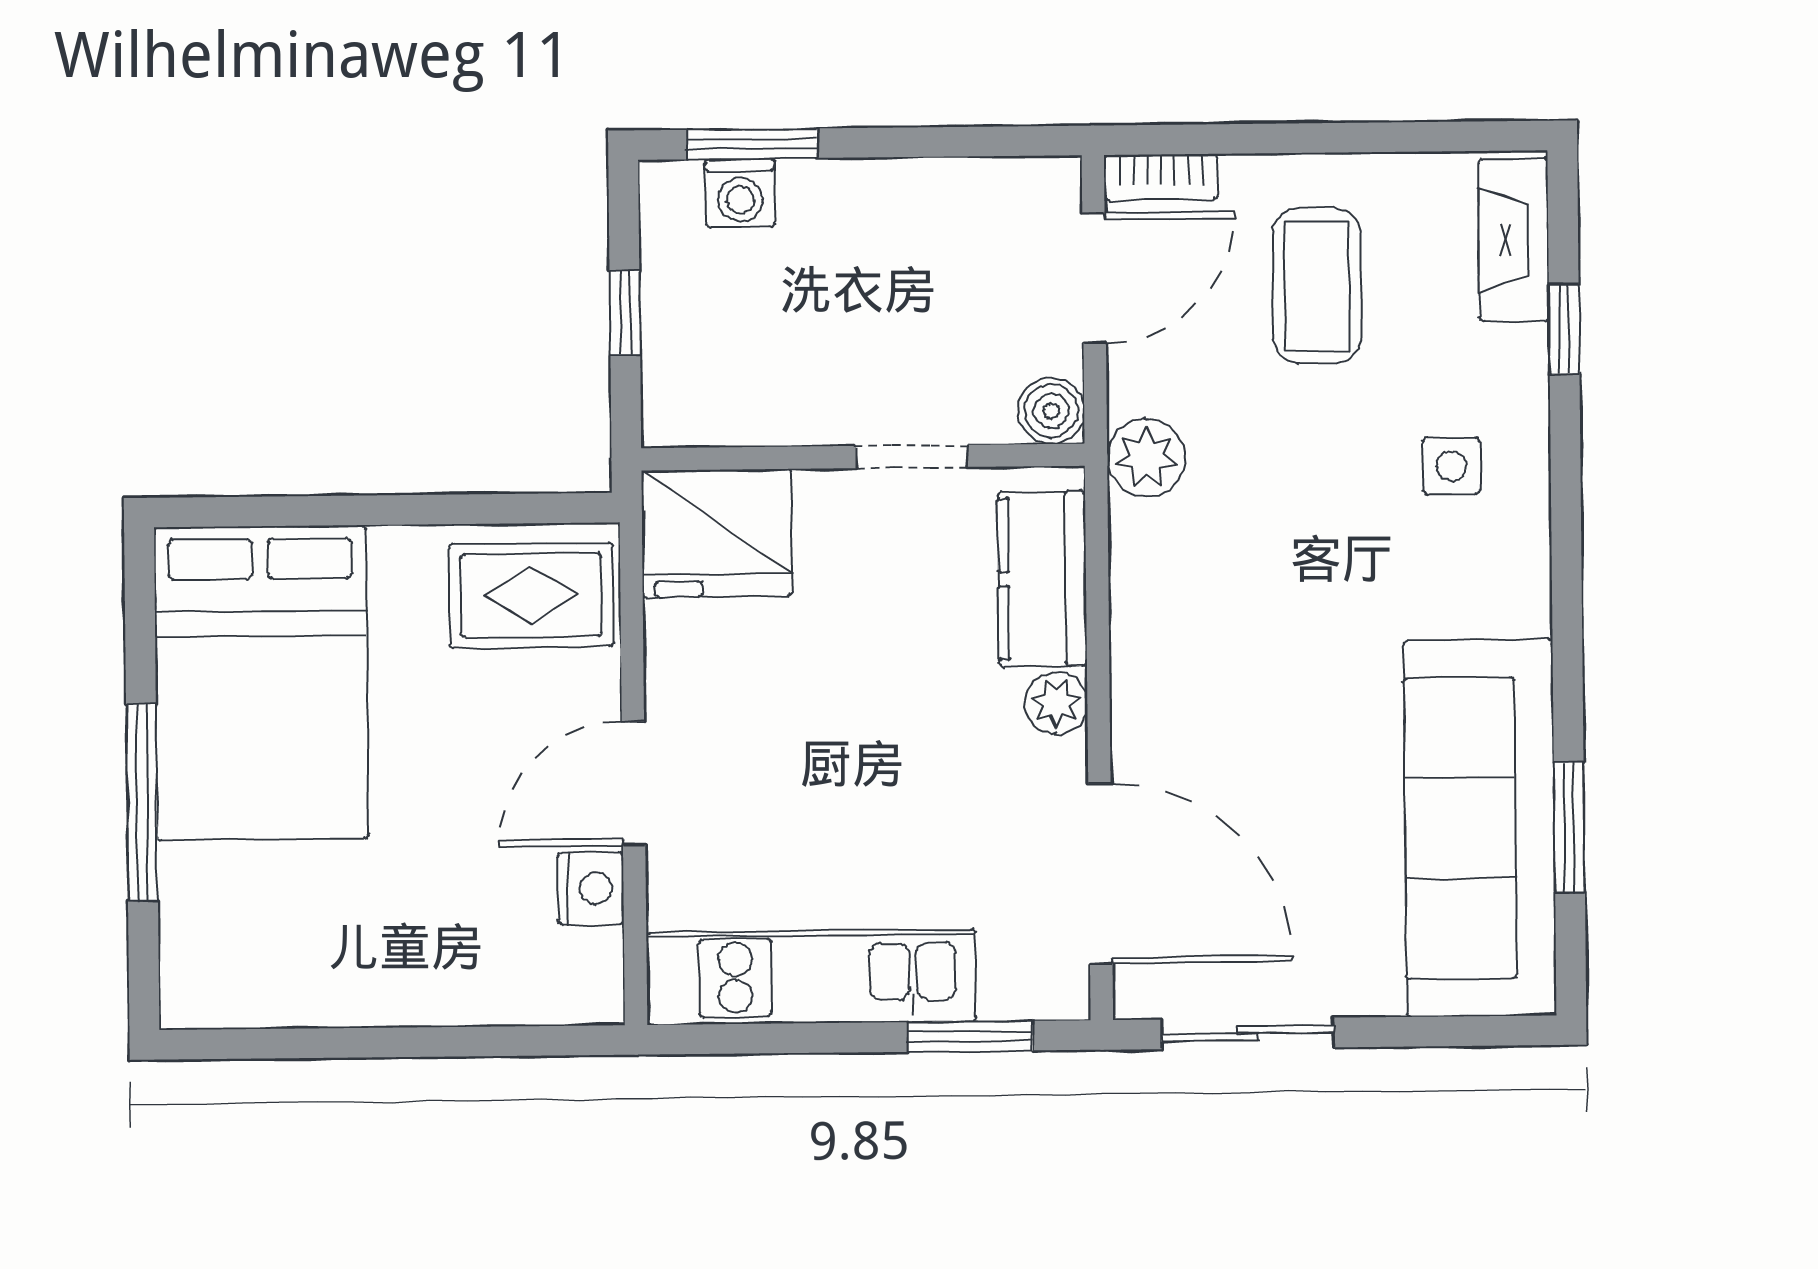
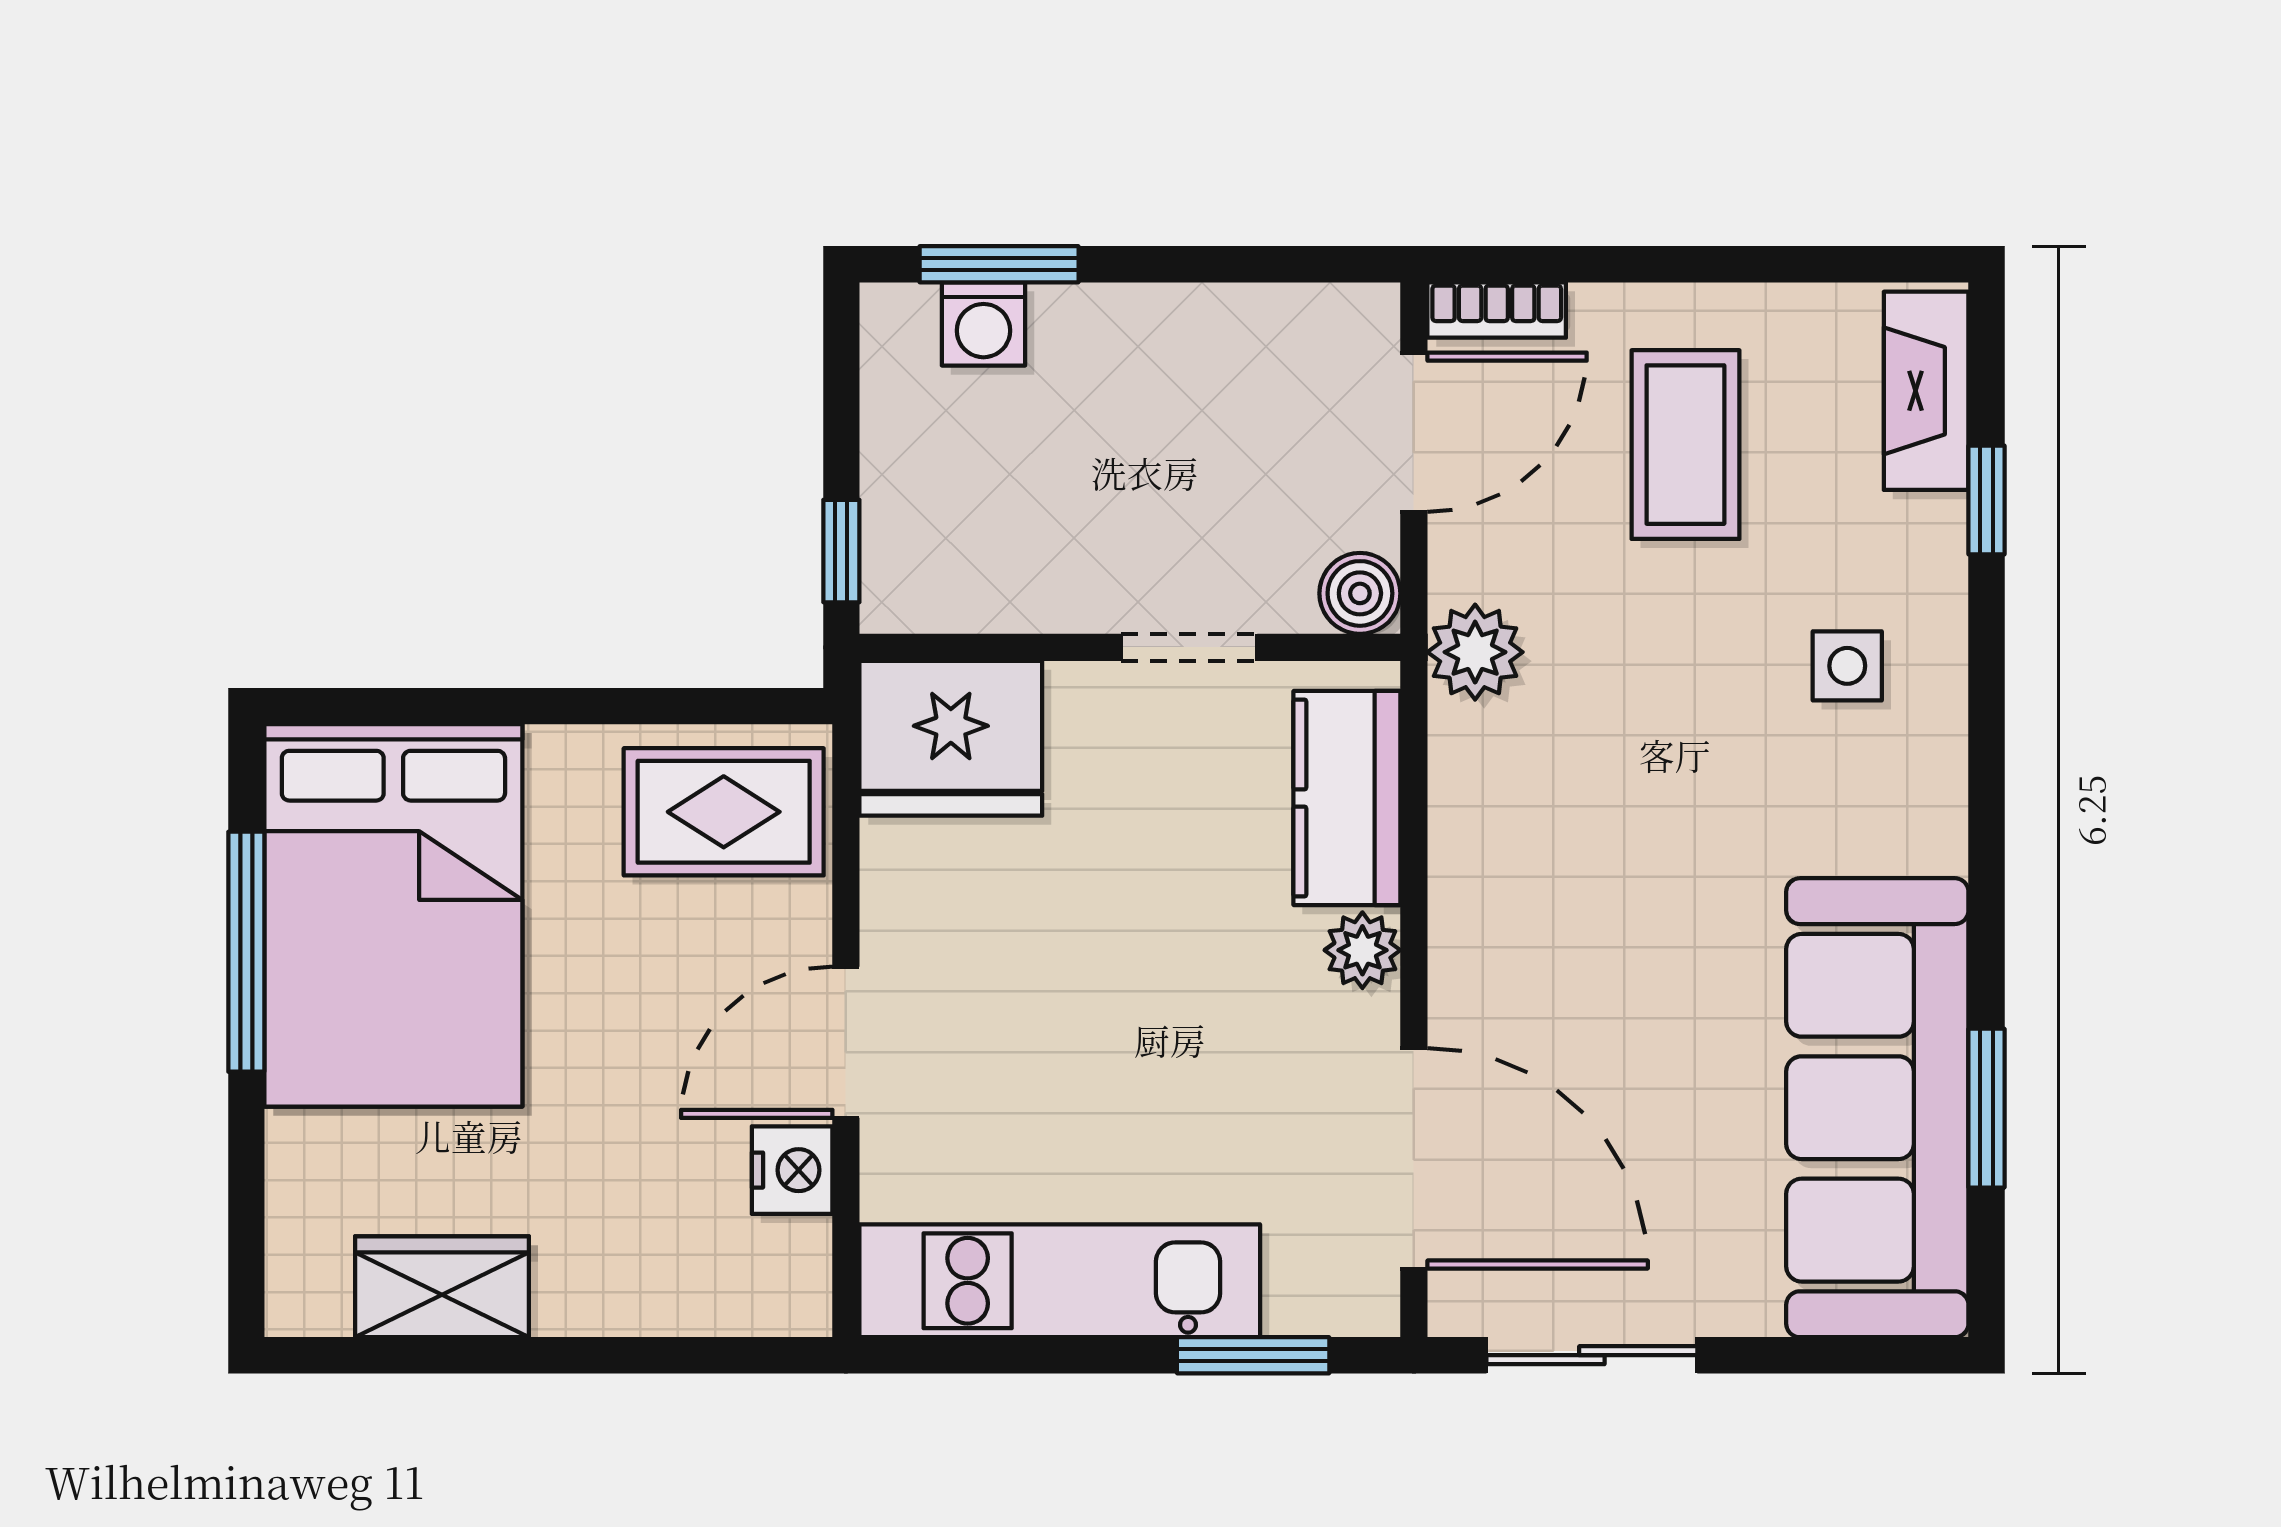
window: (625, 313) -> (841, 551), moved
window: (142, 802) -> (246, 952), moved
wardrobe: (304, 987) -> (442, 1287), added

